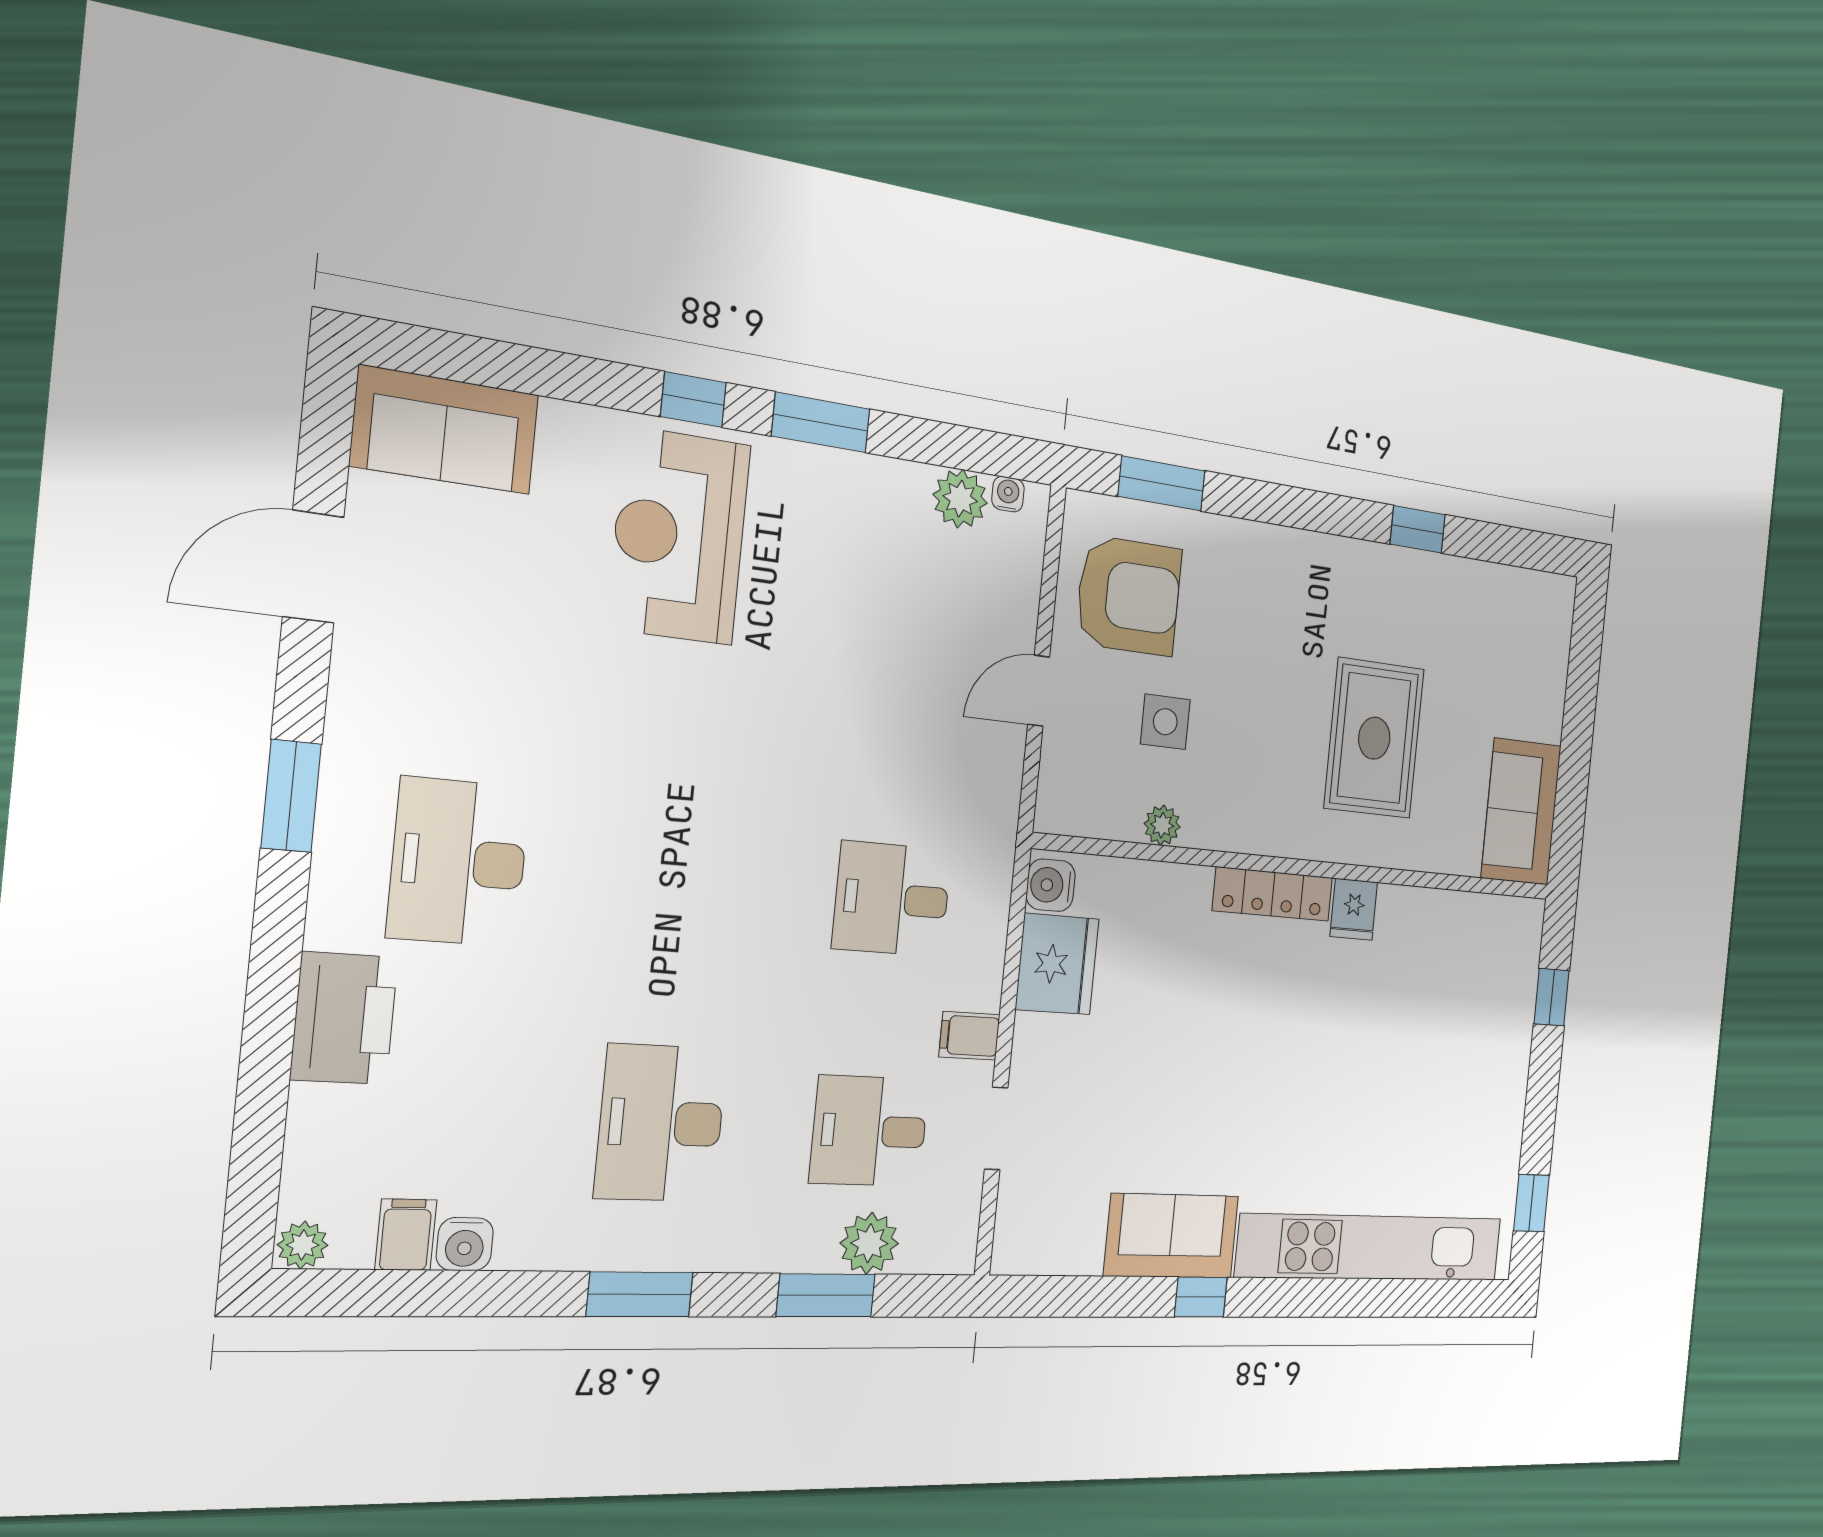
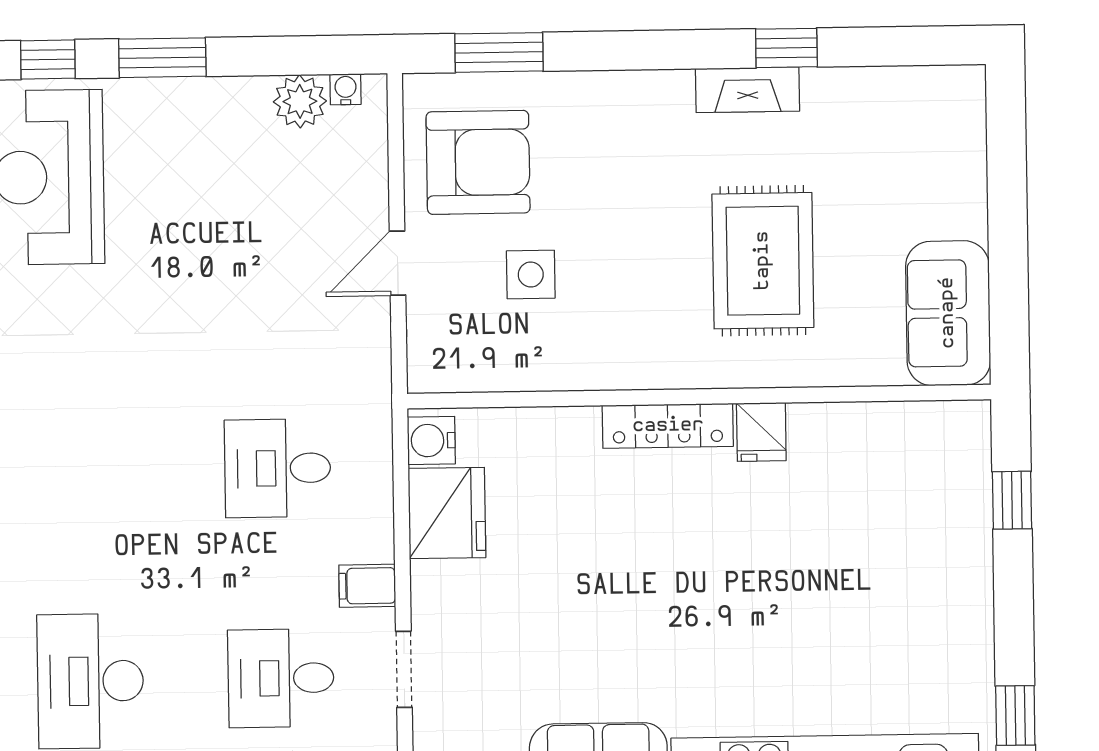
fireplace: (1380, 565) -> (748, 90), added
plant: (1162, 825) -> (540, 372), removed

